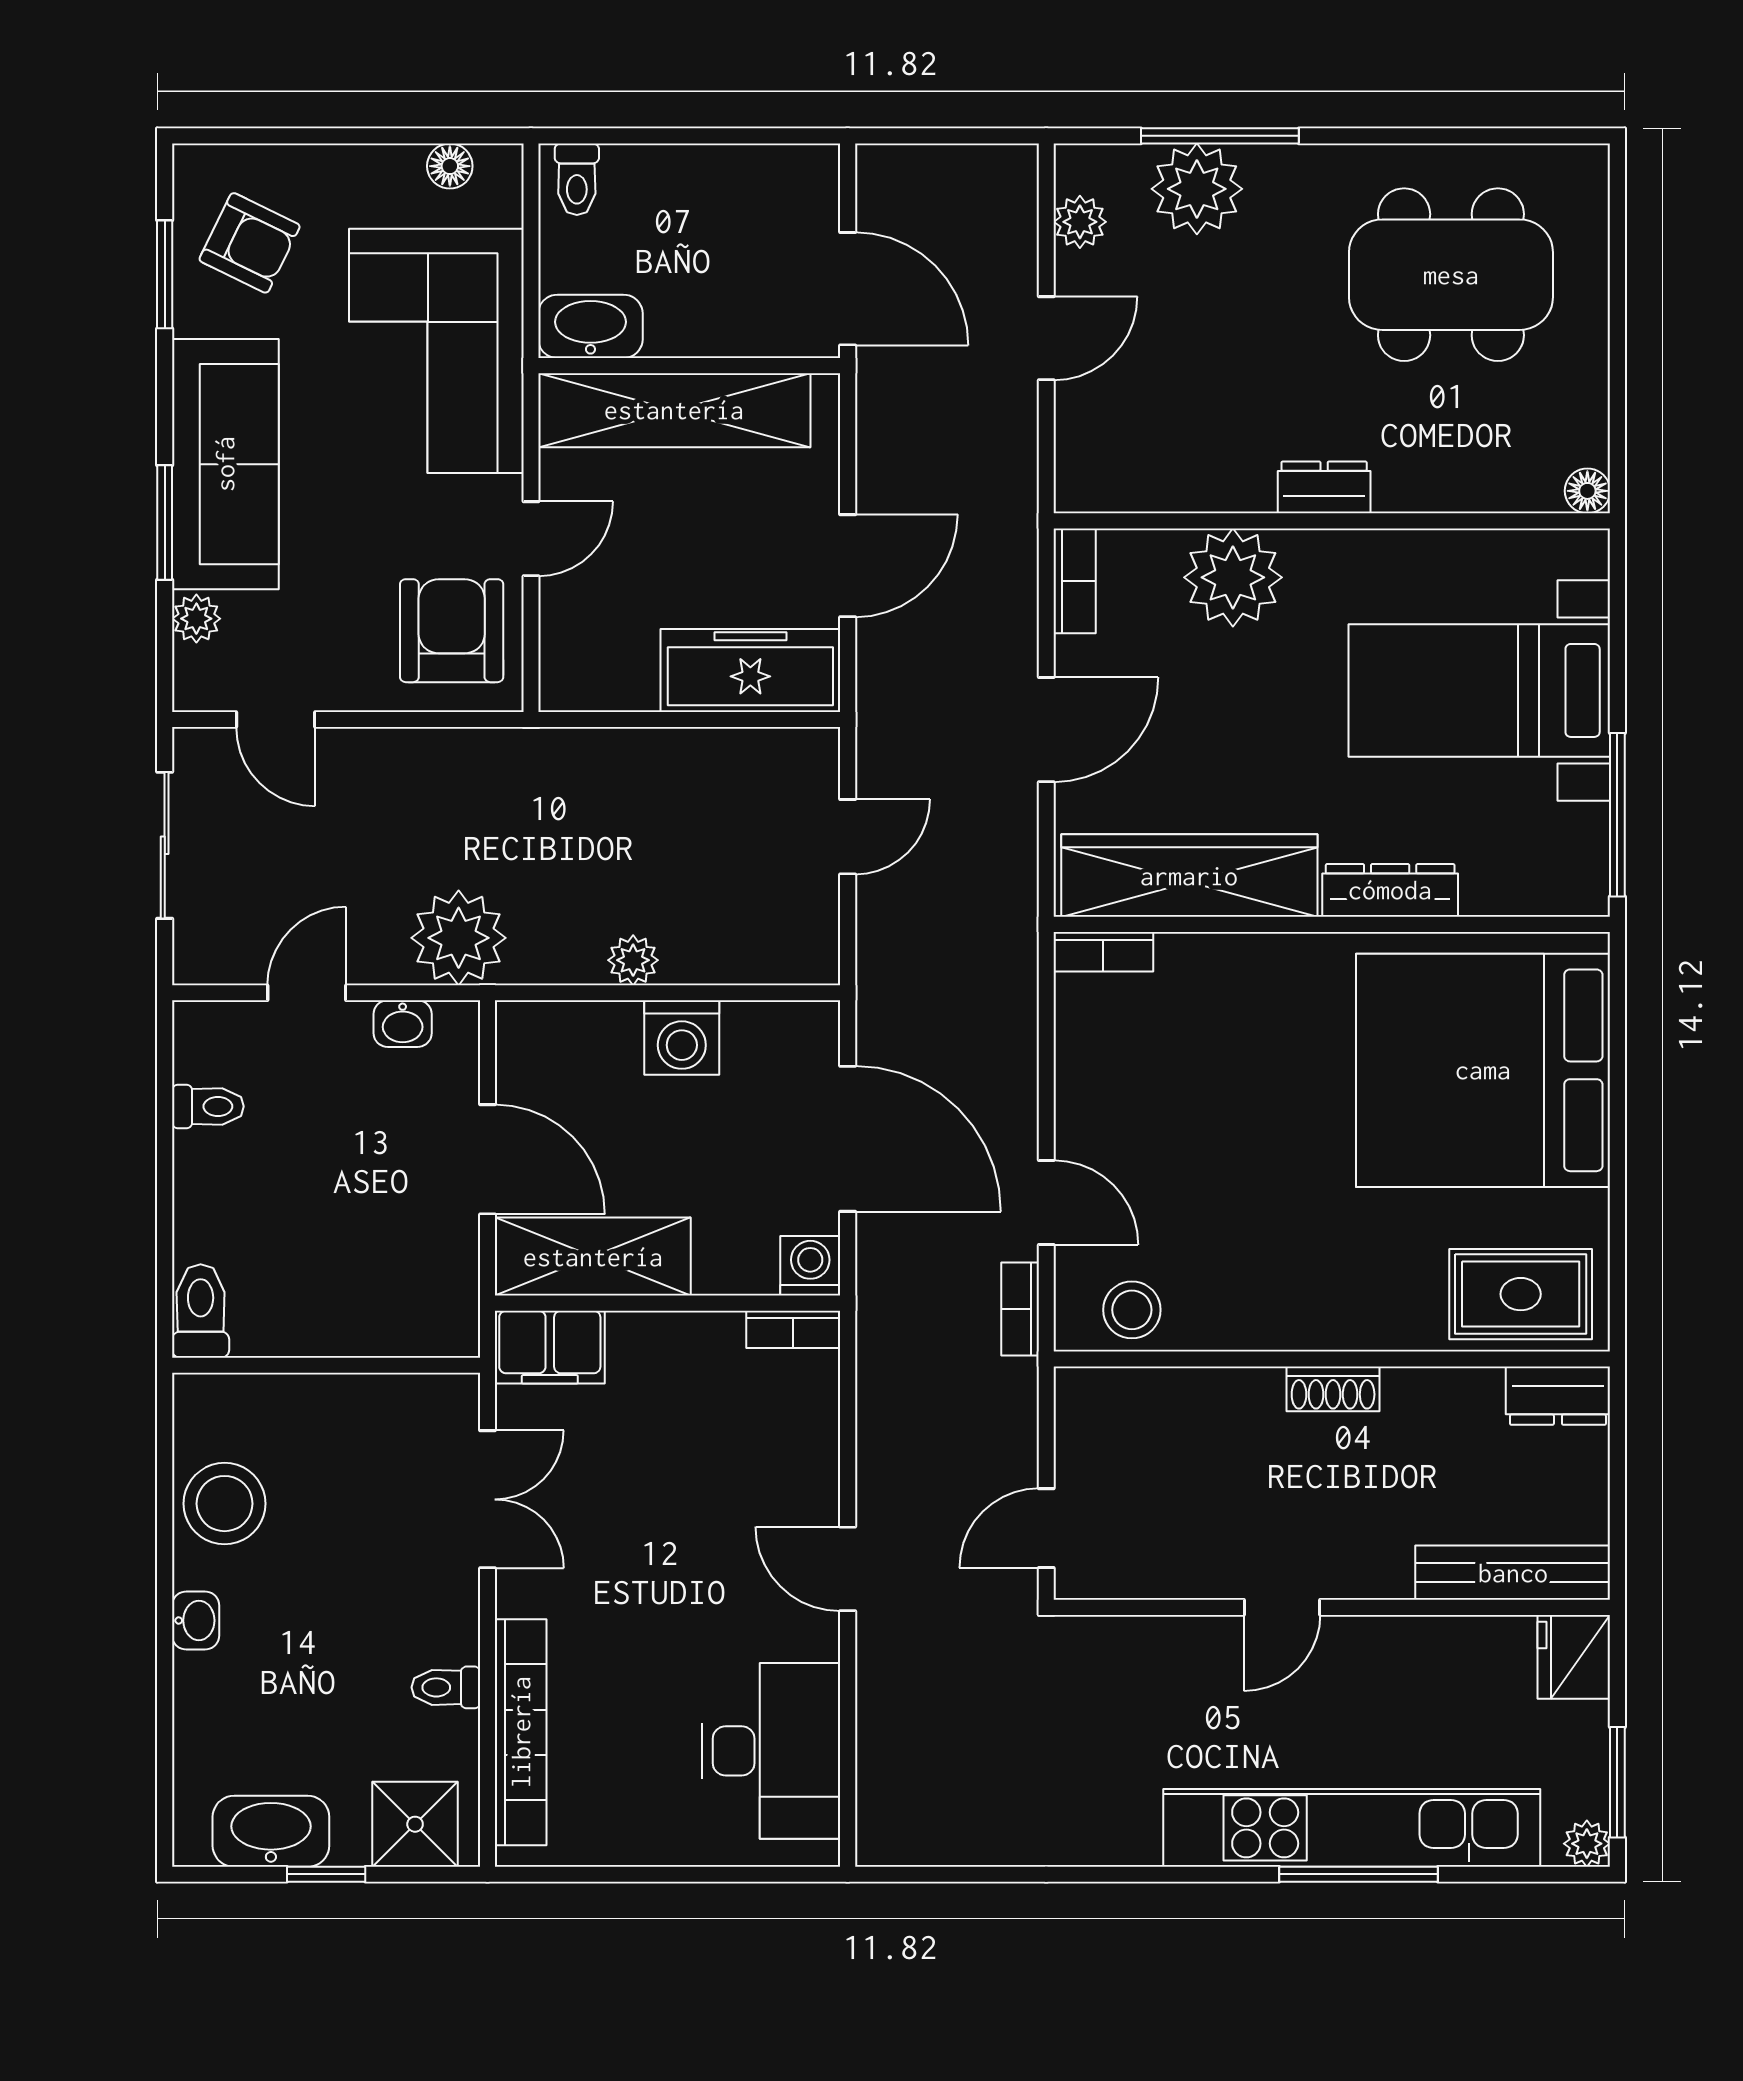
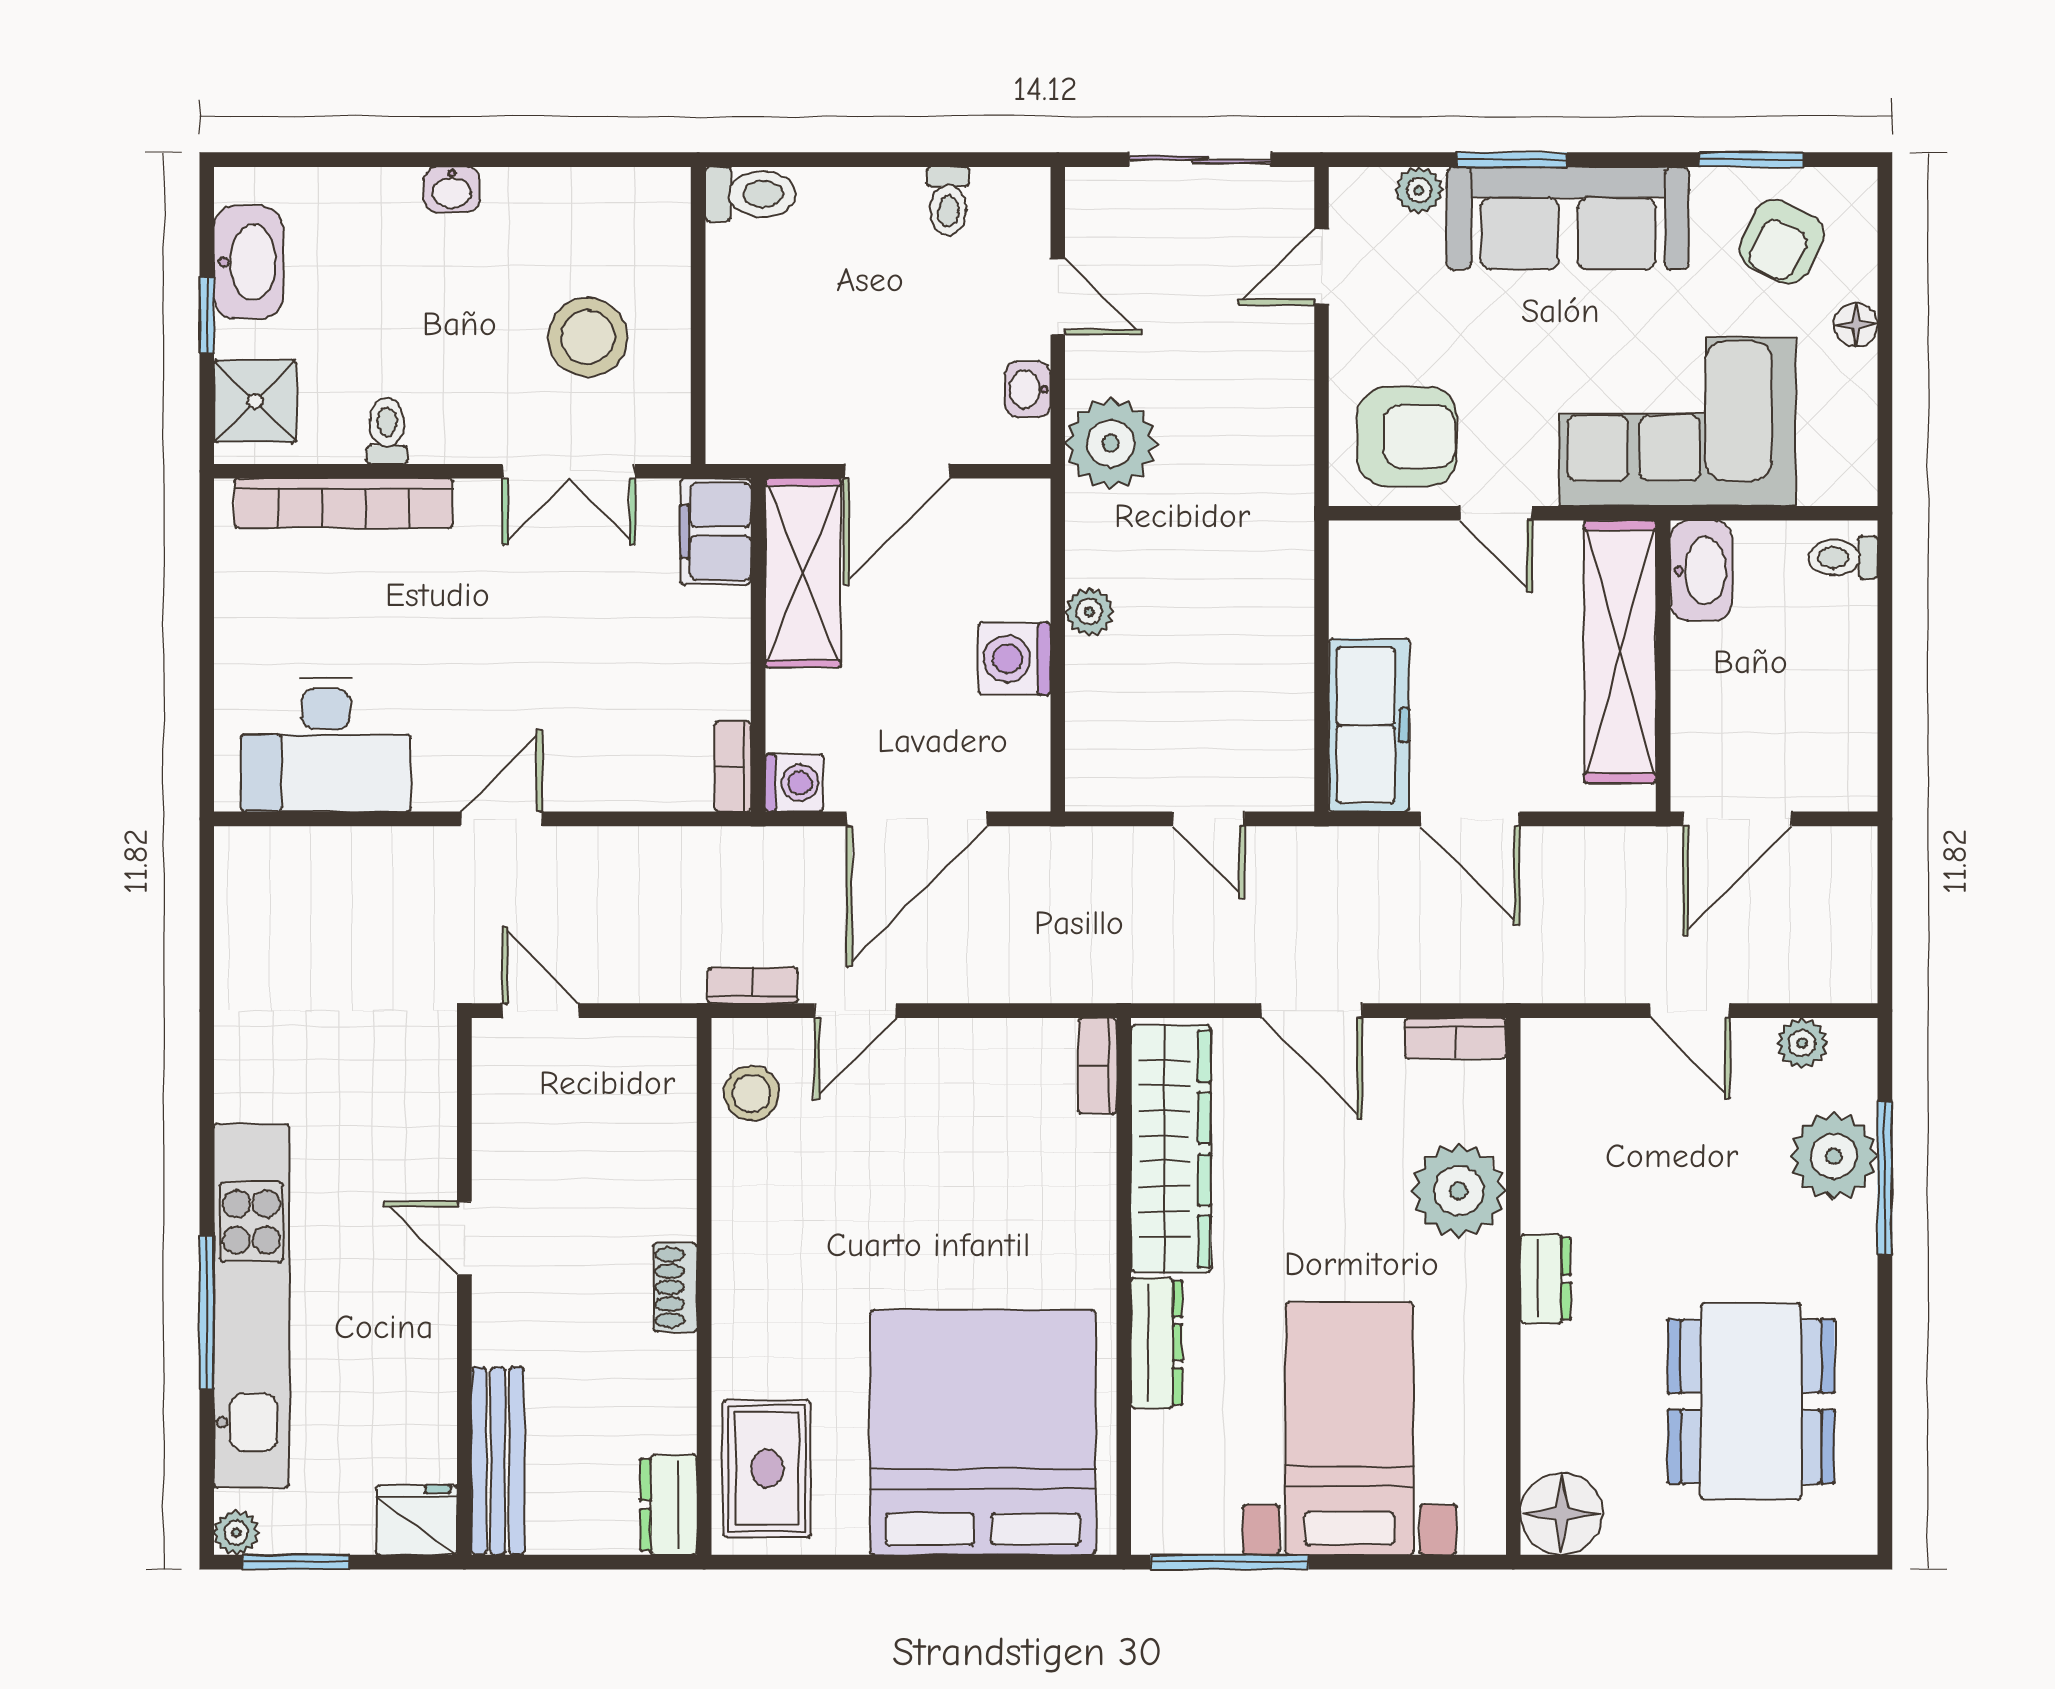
floor lamp: (450, 166) -> (1856, 325), moved
floor lamp: (1587, 491) -> (1561, 1514), width x1.89, depth x1.89
stool: (225, 1504) -> (588, 337), moved

